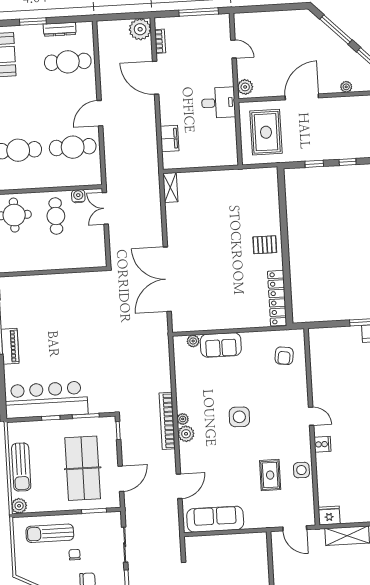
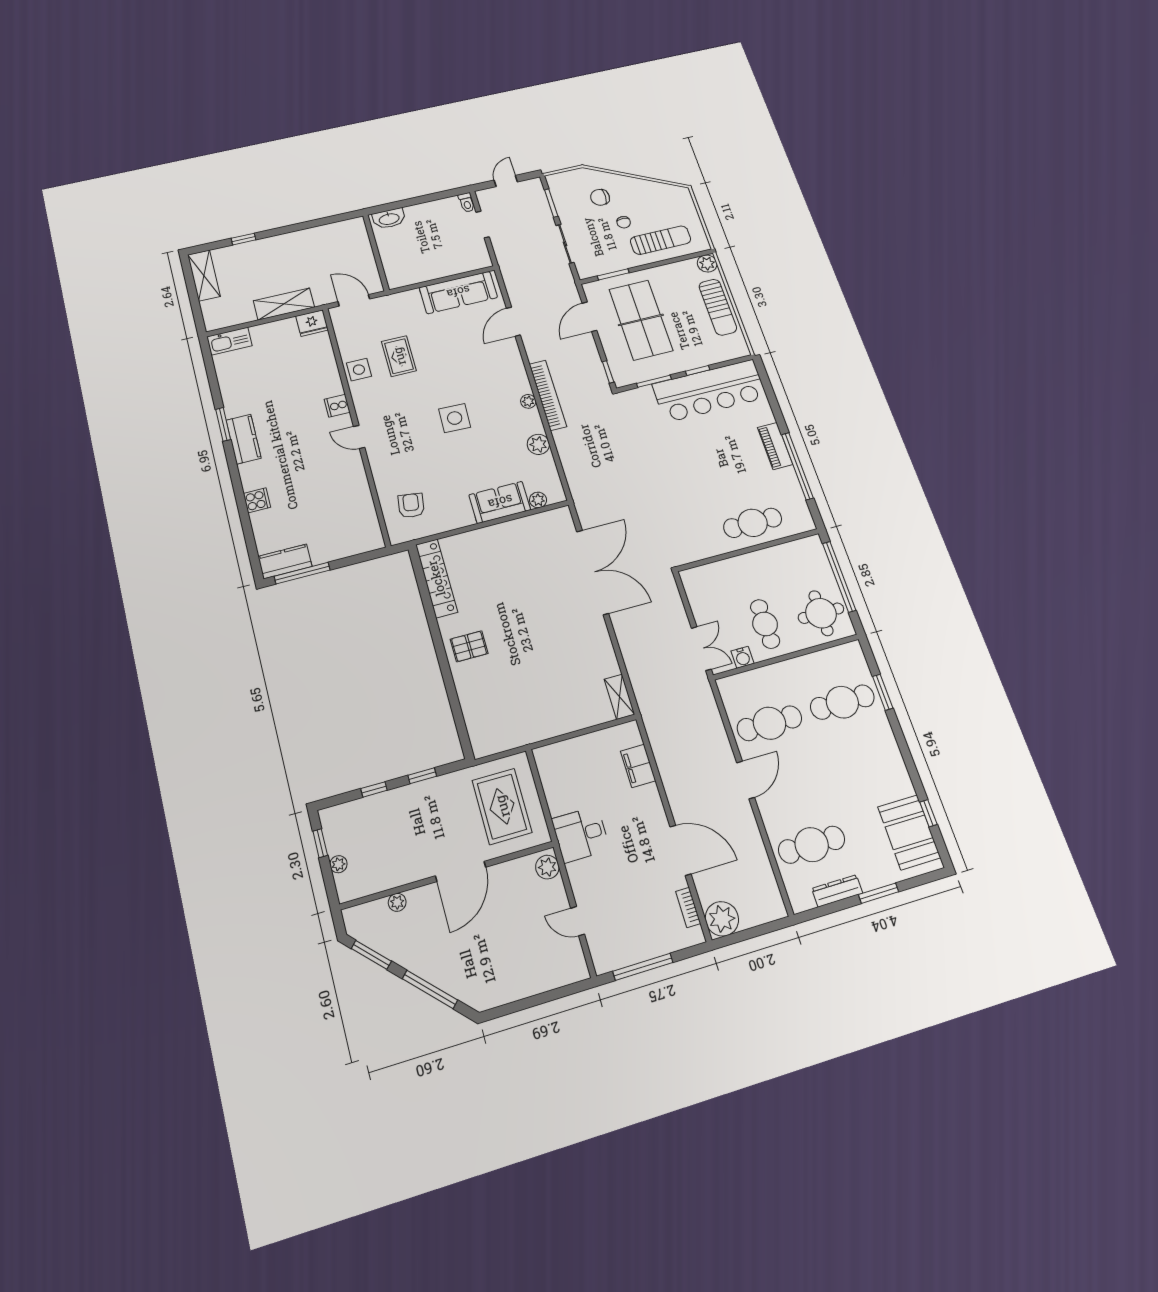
cafe table: (43, 291) -> (753, 523), added
plant: (186, 434) -> (538, 444), moved
sun lounger: (21, 467) -> (718, 307), turned 180

